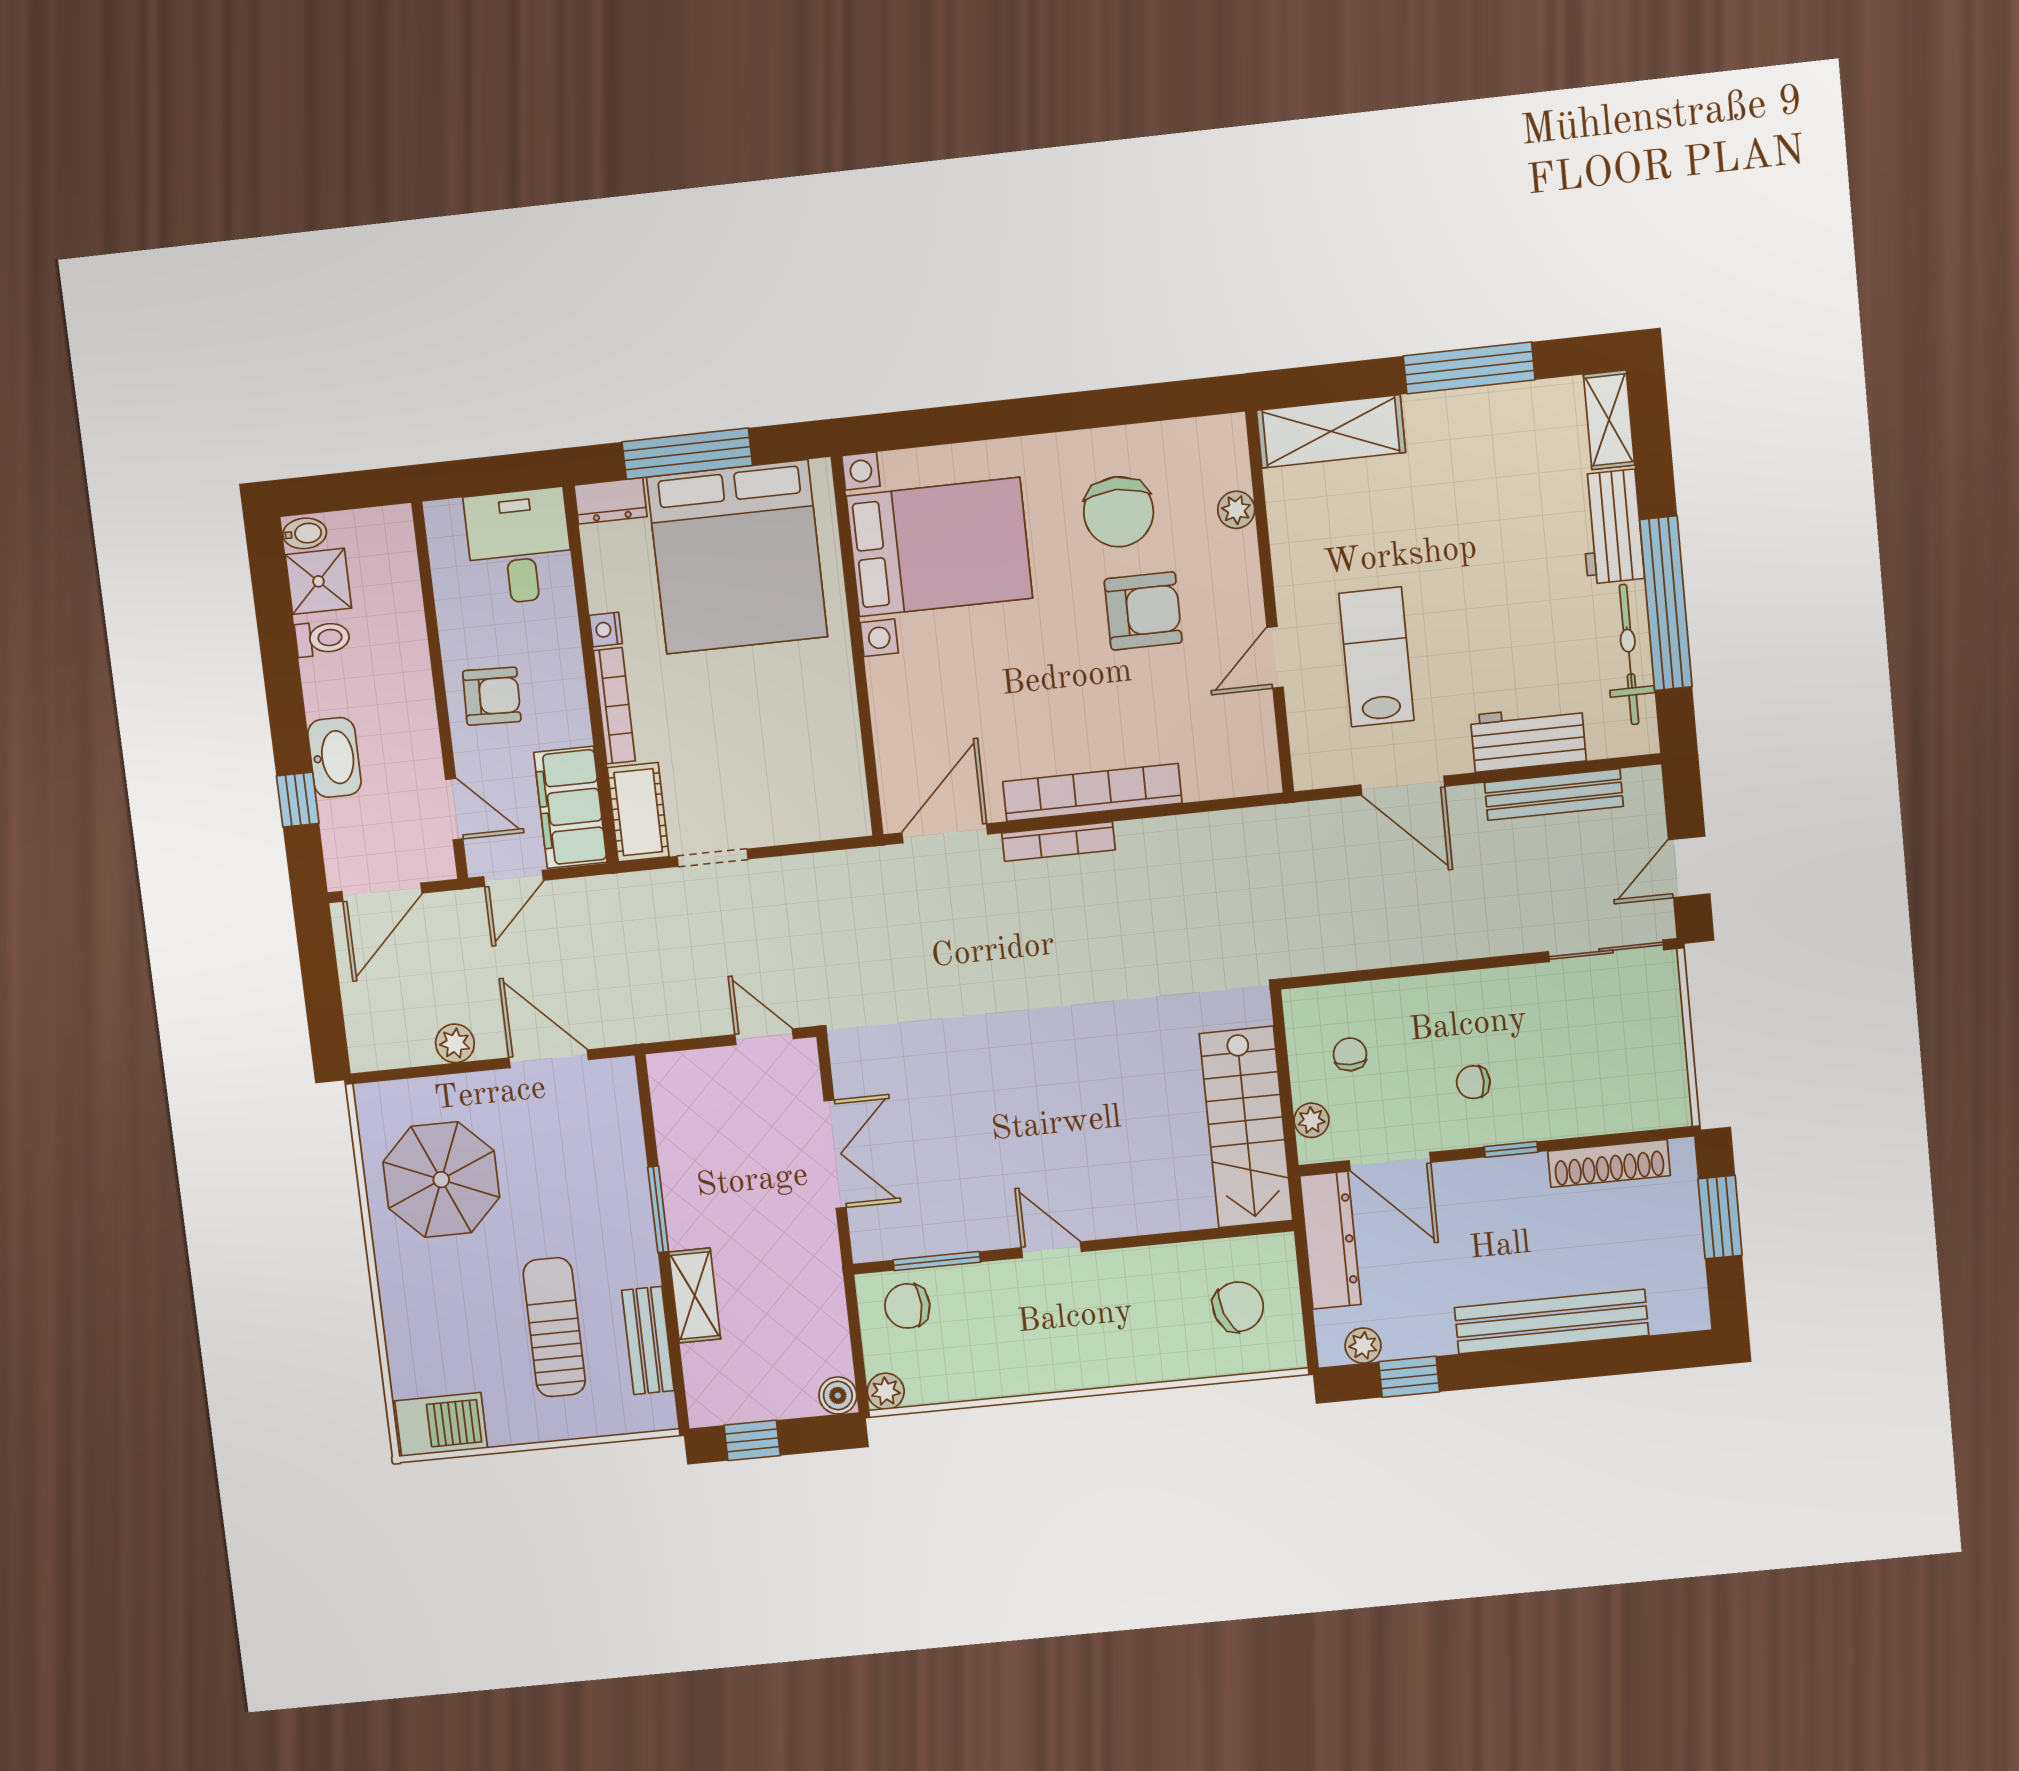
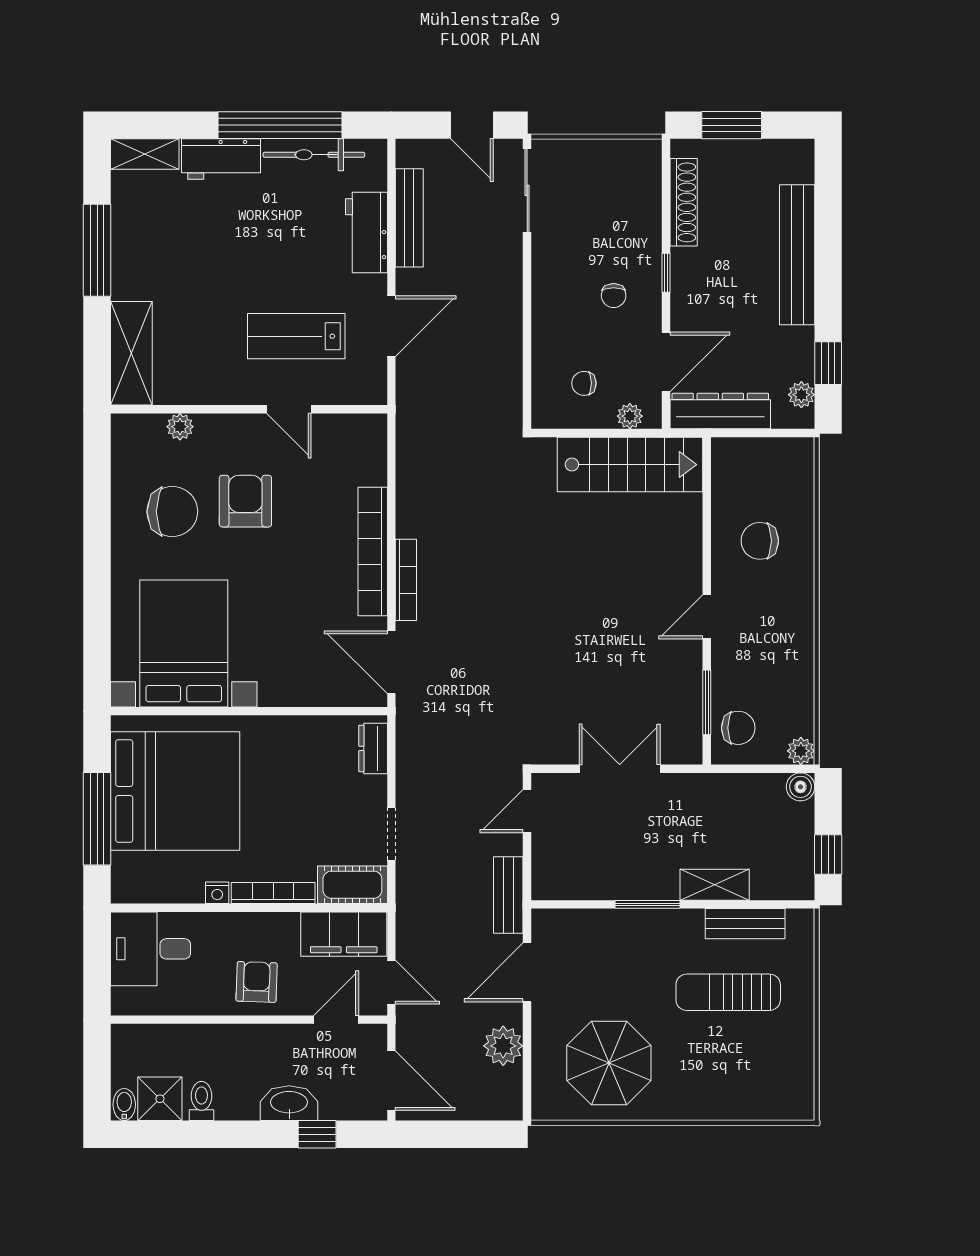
dresser: (610, 501) -> (373, 748), moved, turned 180
bench: (649, 1023) -> (508, 895), added
plant: (455, 1043) -> (503, 1046), width x1.38, depth x1.38
chair: (907, 1306) -> (738, 728), turned -90
chair: (1238, 1307) -> (760, 541), moved, turned -70
barbecue: (441, 1424) -> (793, 1086), removed

